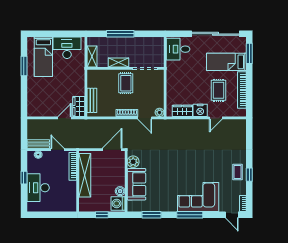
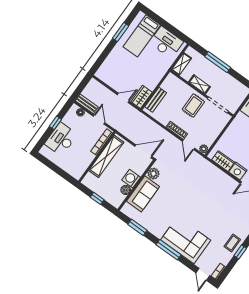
washing machine: (118, 203) -> (131, 179), moved

